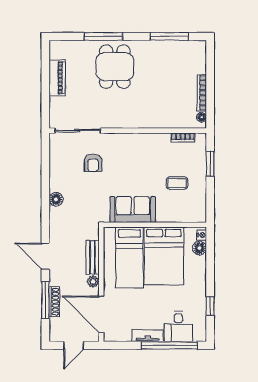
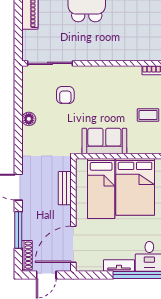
floor lamp: (56, 199) -> (29, 119), moved
plant: (93, 282) -> (65, 212), removed
shoe rack: (54, 302) -> (27, 255), moved
door: (101, 314) -> (73, 244), hinge flipped

